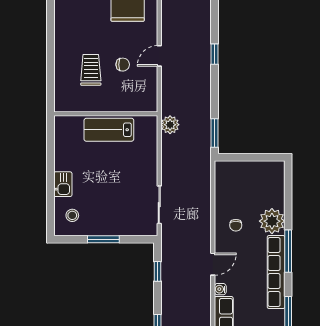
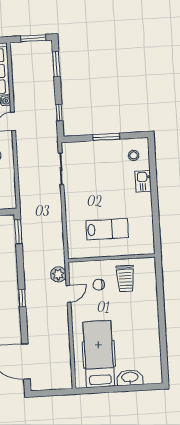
wall: (106, 114) -> (112, 258), moved
plant: (170, 125) -> (58, 274), moved

